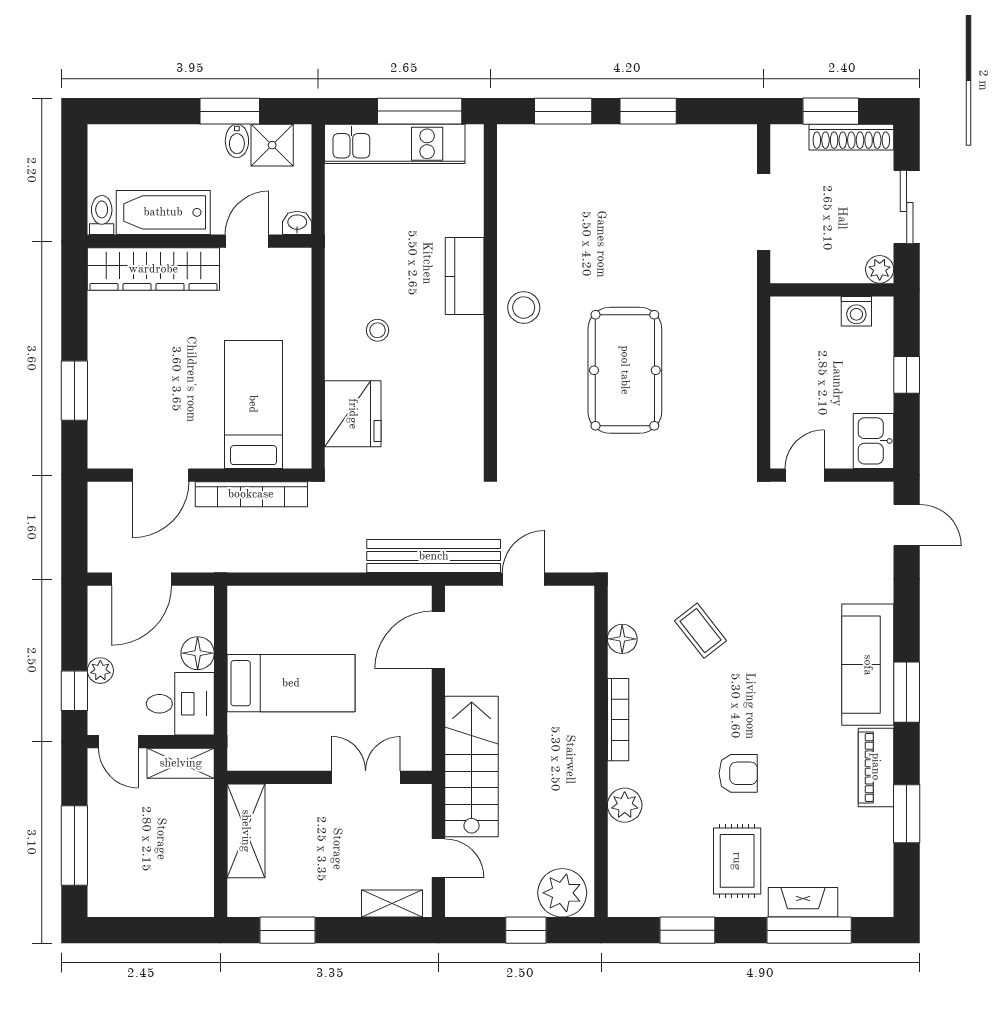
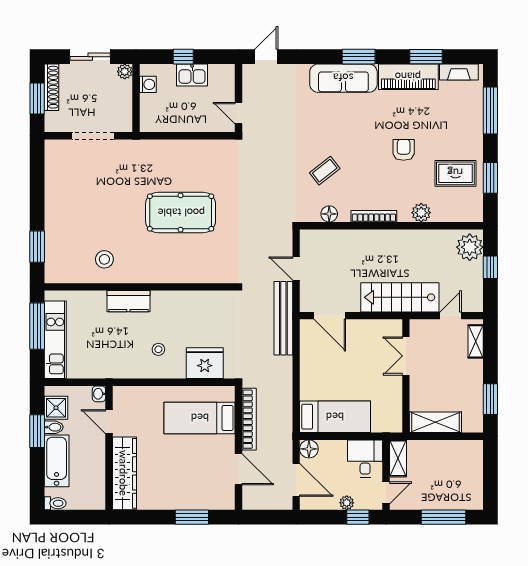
window: (648, 111) -> (37, 200), removed
bathtub: (163, 212) -> (57, 461), moved, turned 180
toilet: (102, 215) -> (55, 503), moved, turned 180
stool: (524, 308) -> (104, 259), moved
kitchen sink: (873, 441) -> (192, 75), moved
floor lamp: (198, 653) -> (309, 449), moved
bed: (291, 683) -> (335, 417), moved, turned 90
piano: (876, 767) -> (408, 77), width x1.37, depth x1.33
rug: (737, 861) -> (455, 173), moved
fireplace: (803, 902) -> (459, 72), moved, turned -90

